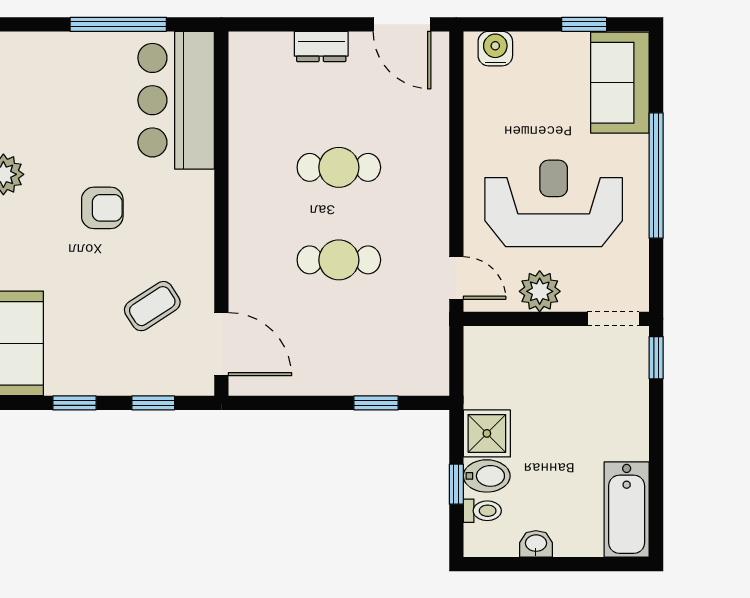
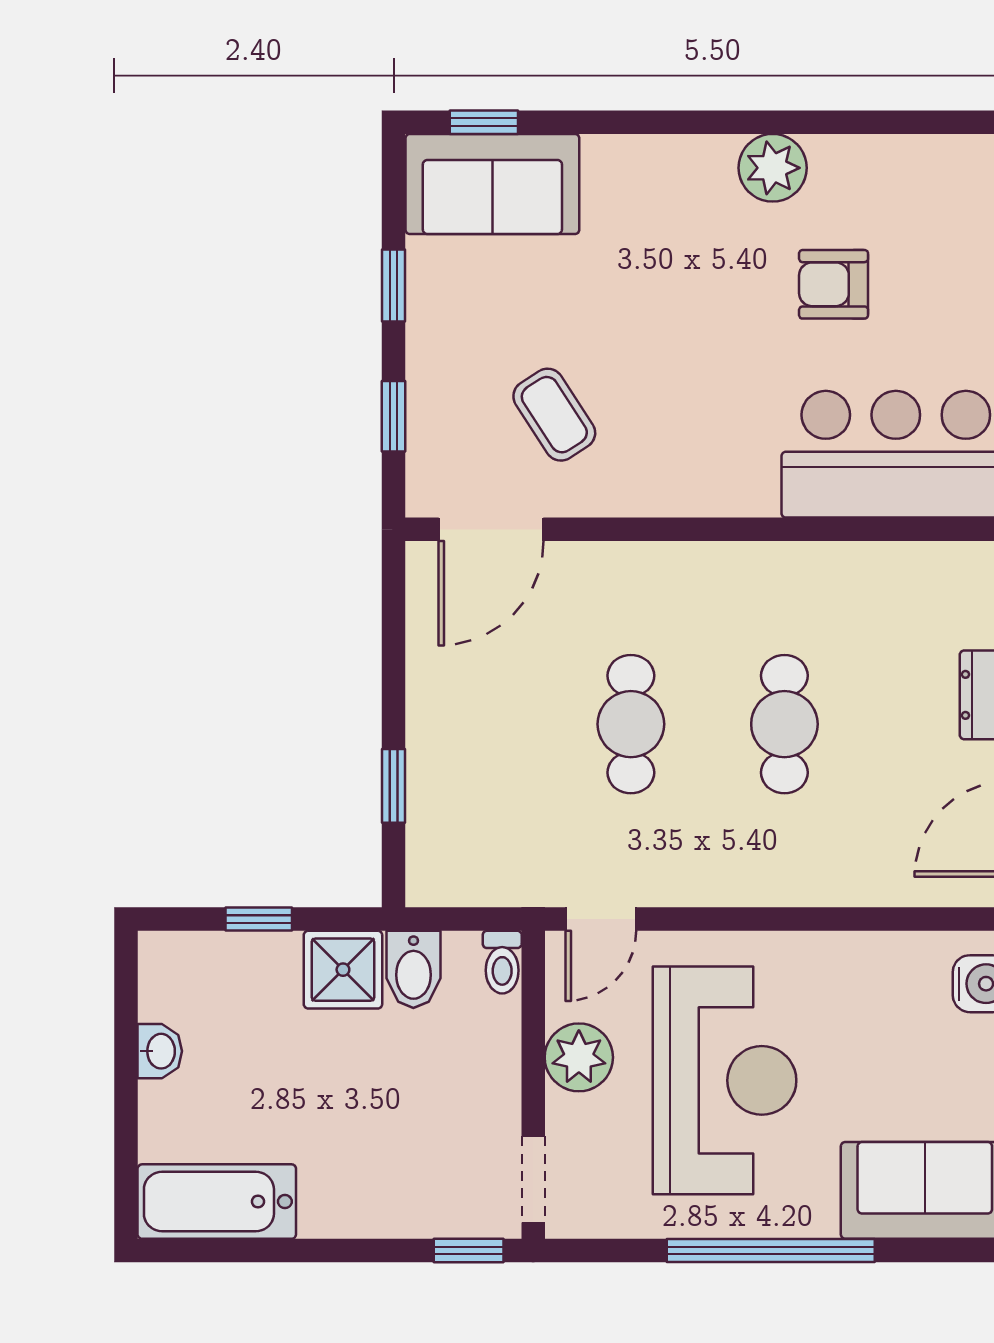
armchair: (102, 208) -> (834, 284), moved, turned 90
bidet: (487, 476) -> (413, 969), moved
toilet: (482, 511) -> (502, 962), moved

